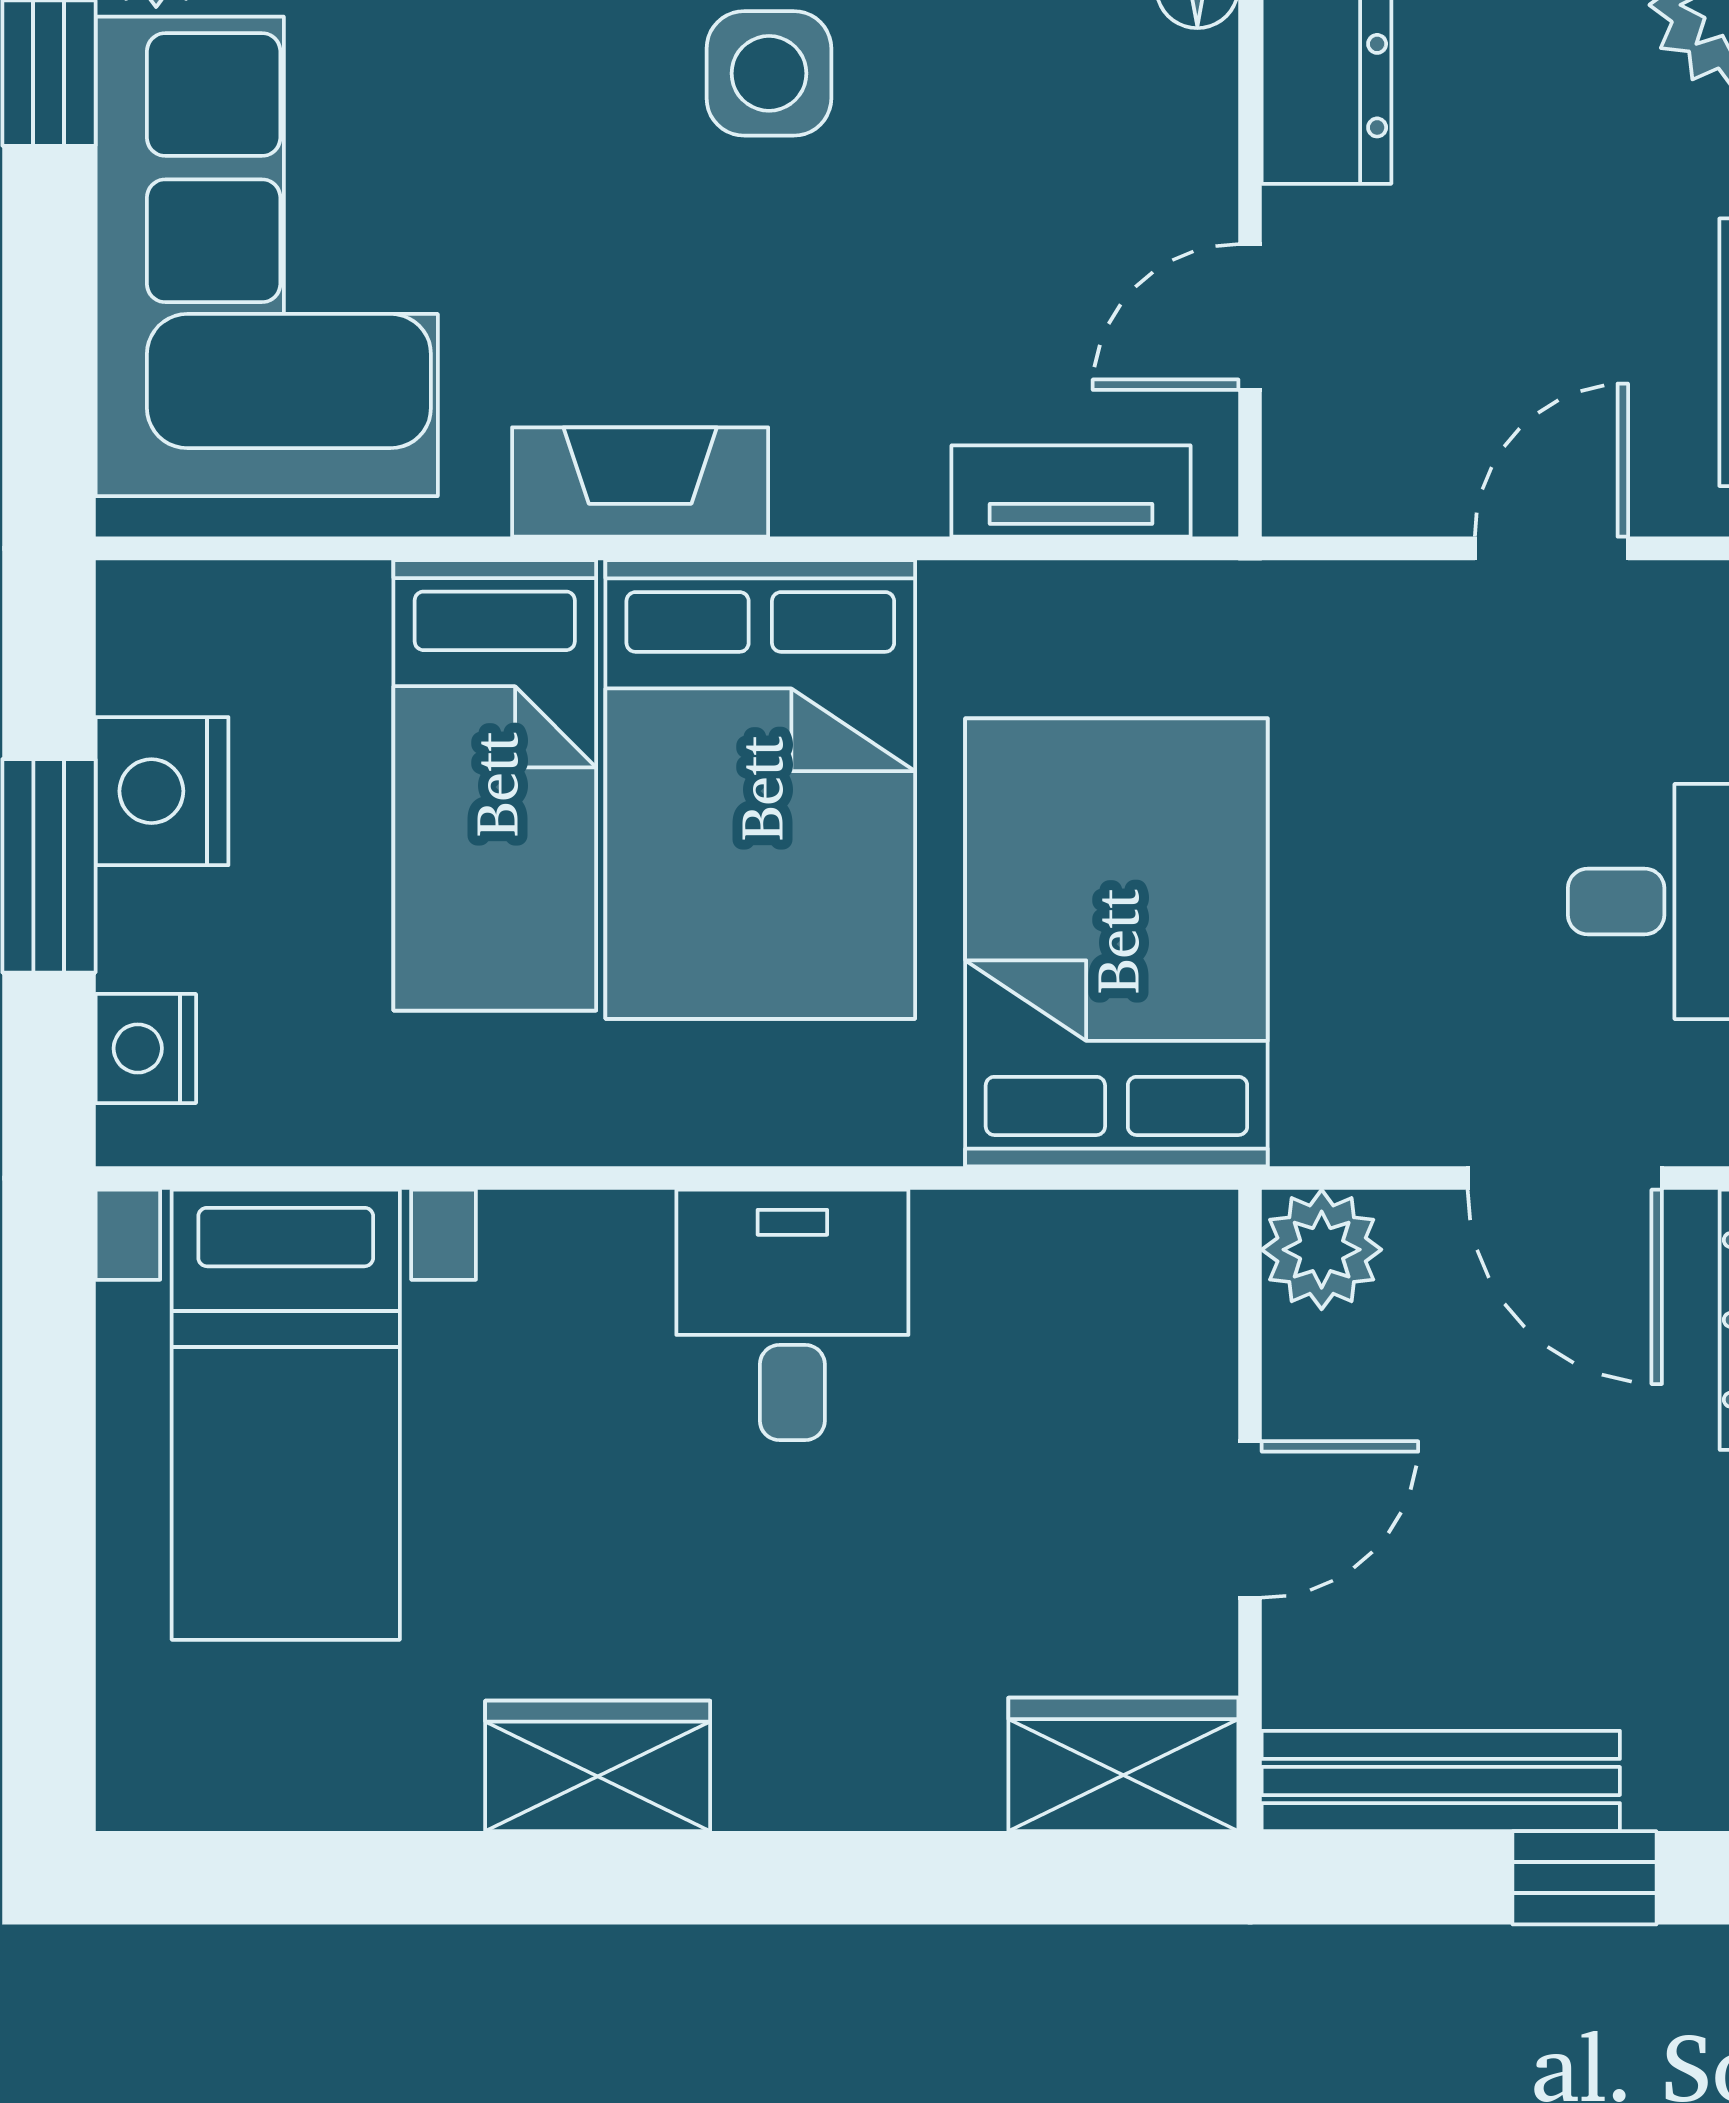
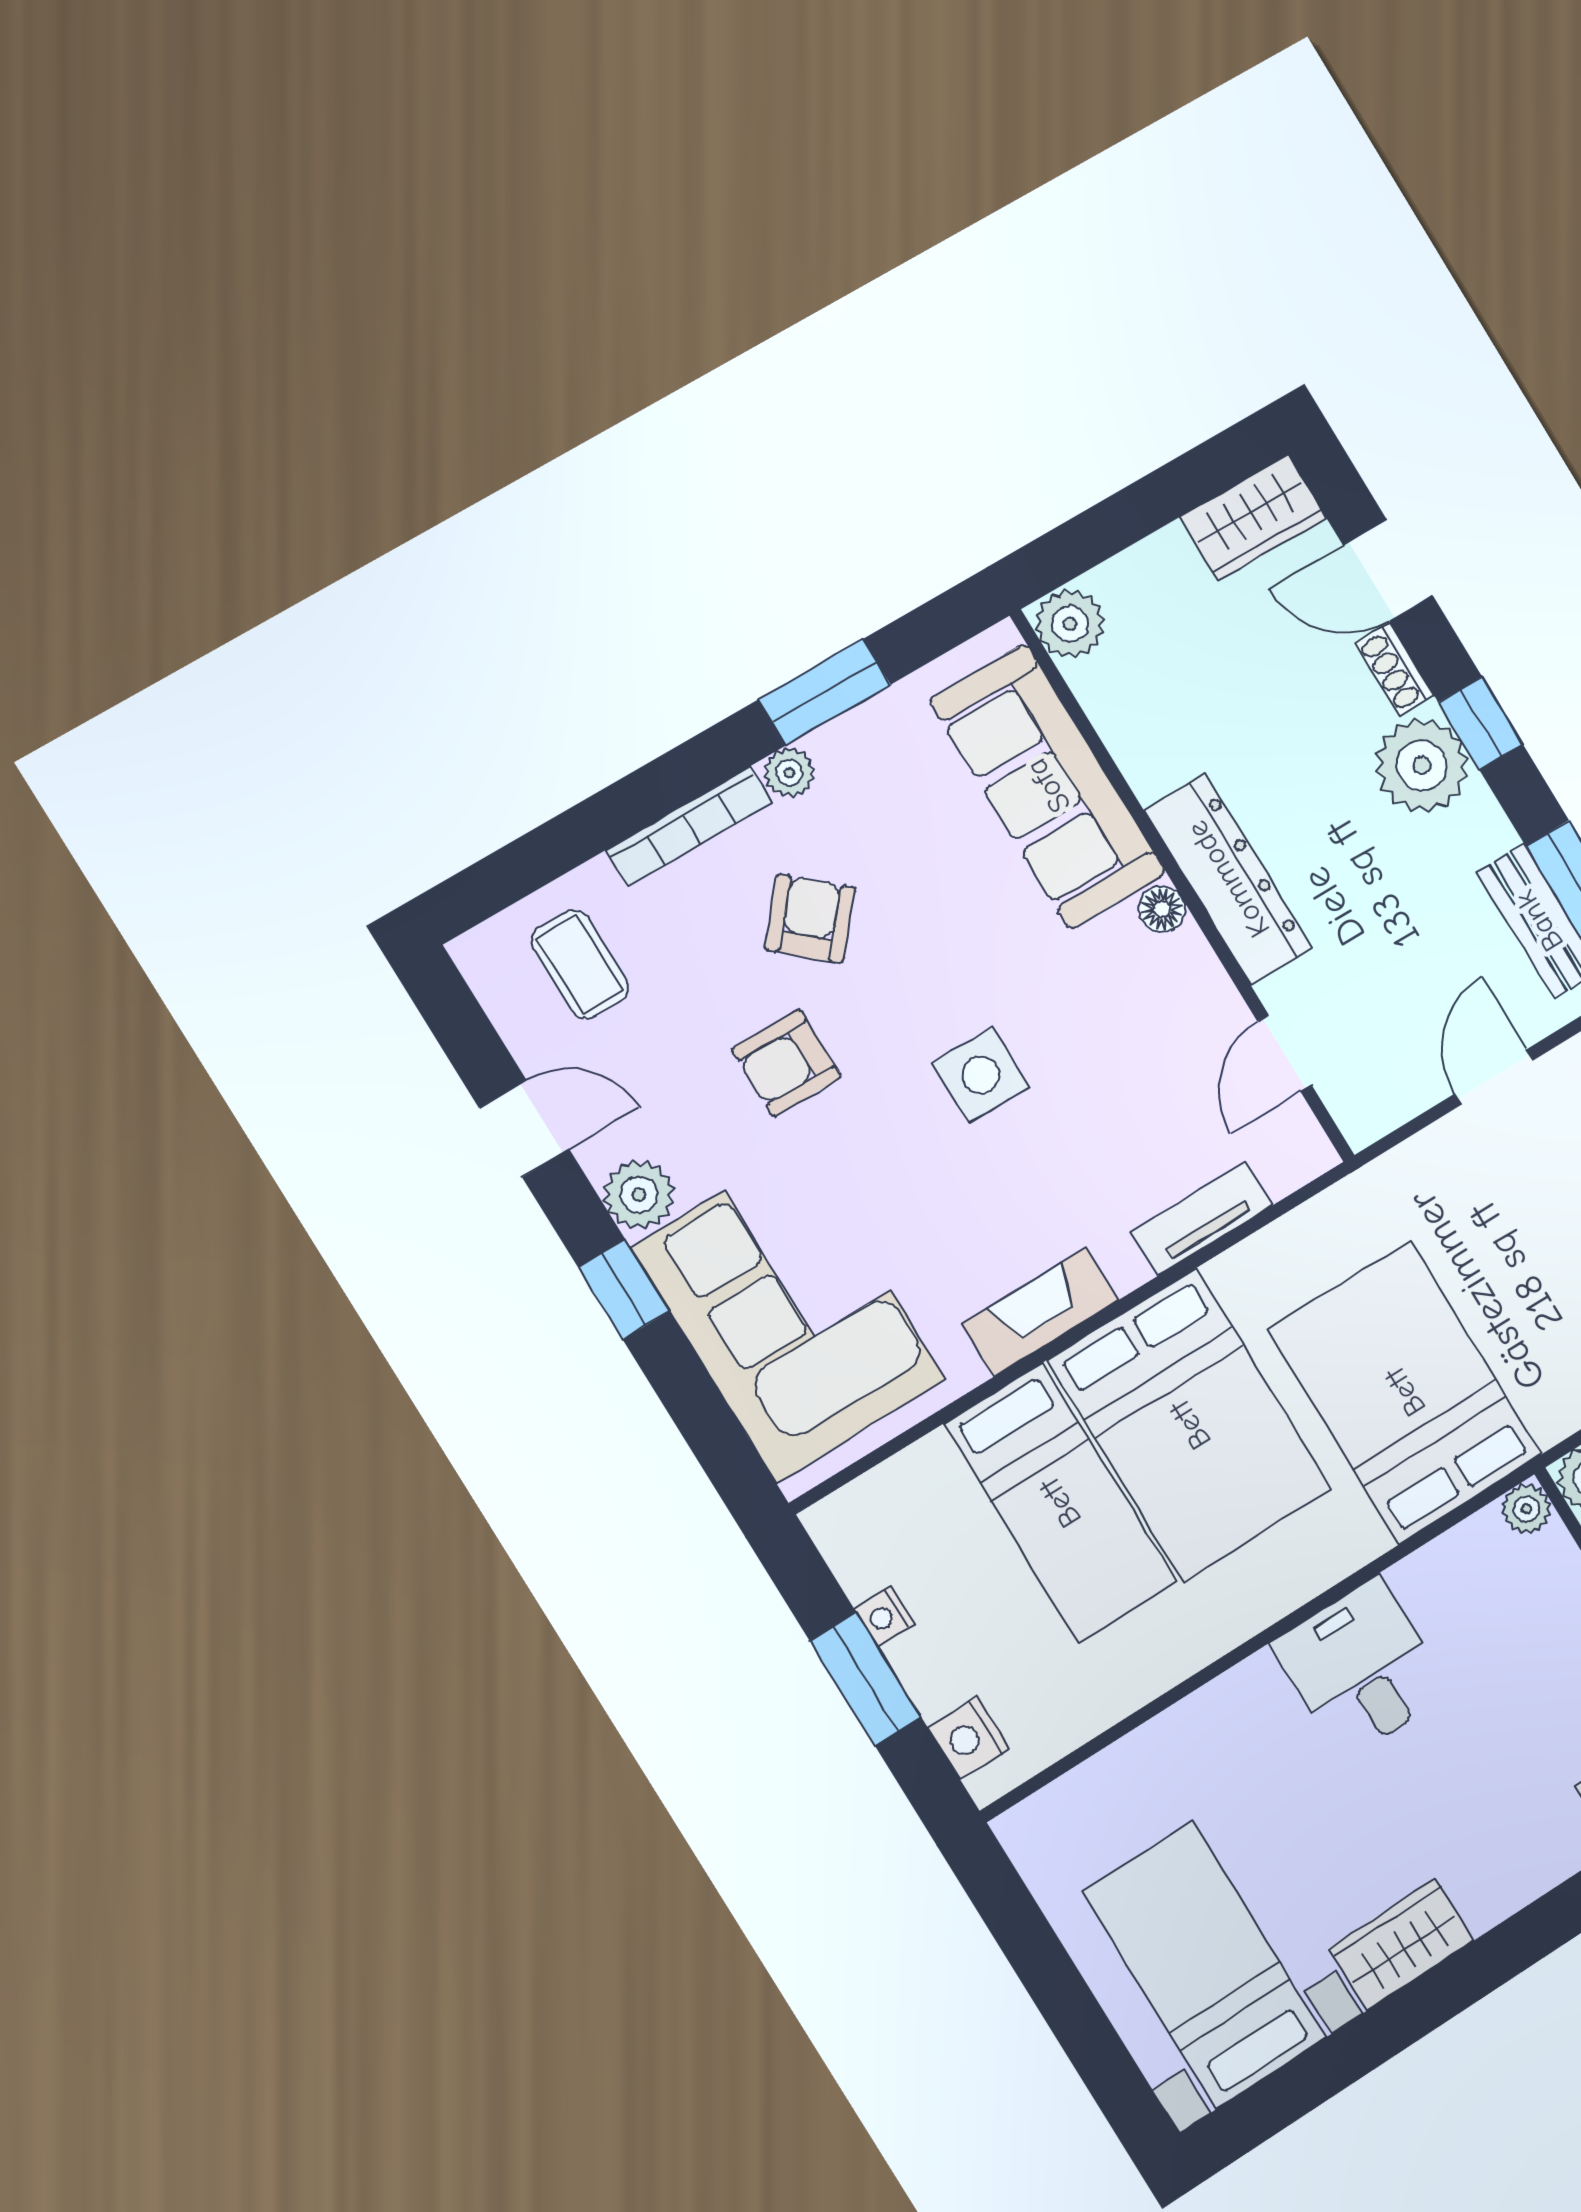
tv unit: (1071, 491) -> (1202, 1219), moved
nightstand: (162, 791) -> (884, 1616), width x0.53, depth x0.56
plant: (1194, 1234) -> (1527, 1509), added
bed with nightstands: (286, 1415) -> (1204, 1965), moved, turned 180

